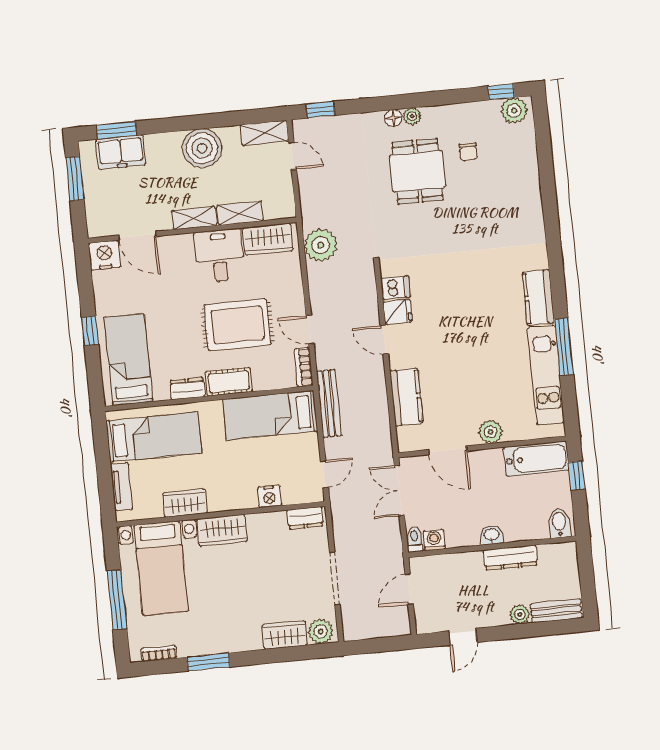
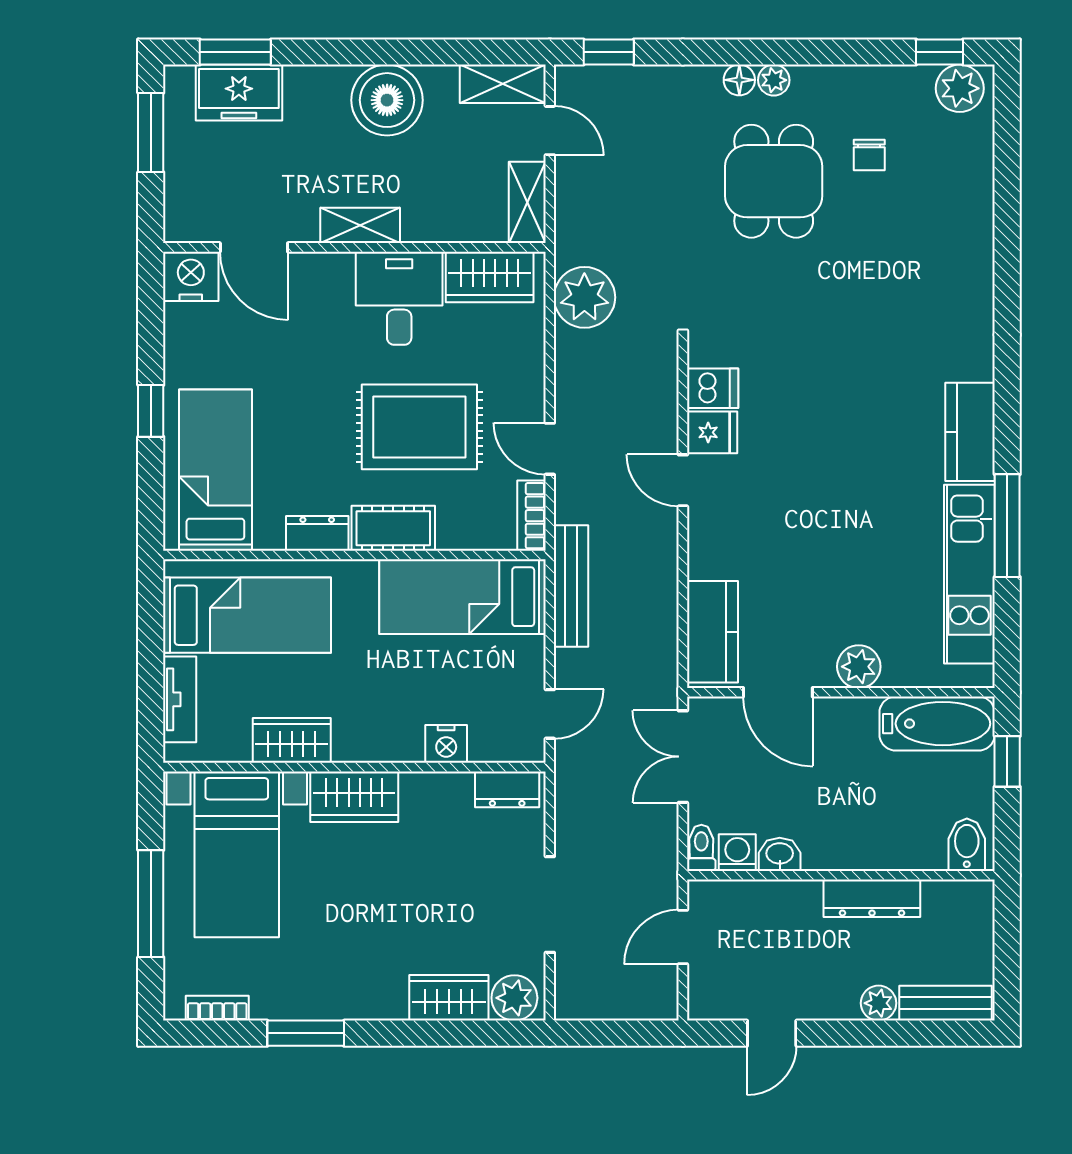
shelving: (240, 213) -> (527, 202), moved, turned 90
kitchen counter: (406, 397) -> (712, 632), moved
washbasin: (491, 535) -> (780, 854), moved

